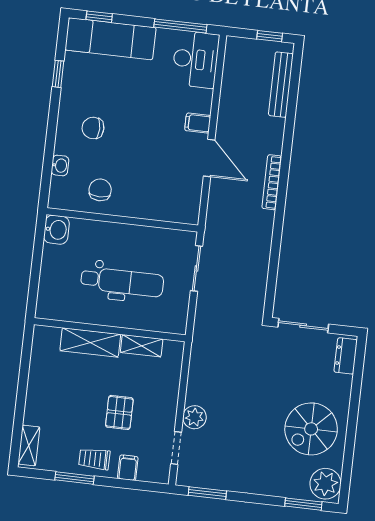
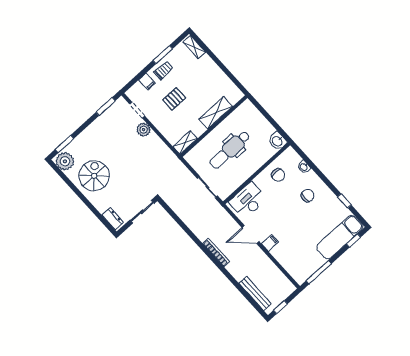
desk: (196, 59) -> (248, 200), moved, turned 90
shelving: (142, 346) -> (185, 143), moved
pallet: (119, 412) -> (174, 99), turned 90

